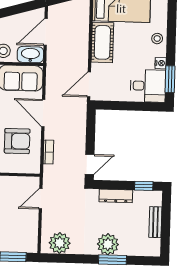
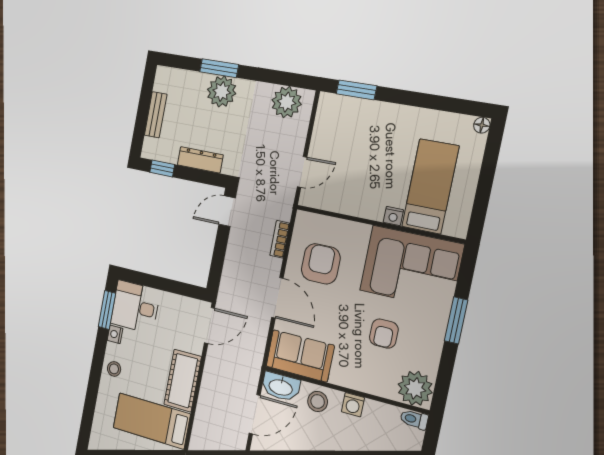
armchair: (17, 141) -> (321, 264), turned 90

